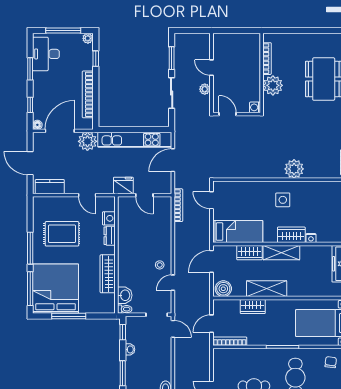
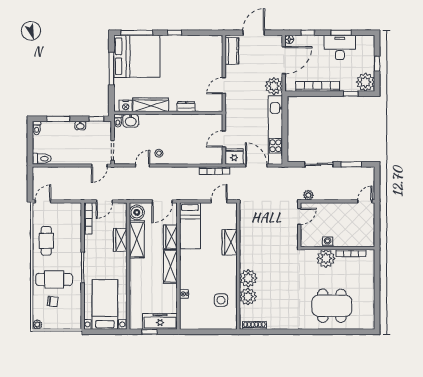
window: (63, 30) -> (377, 64), width x0.46
plant: (88, 38) -> (365, 82), width x1.87, depth x1.87
desk: (46, 54) -> (340, 47), moved
door: (212, 68) -> (365, 201), moved
plant: (205, 89) -> (308, 195), moved
washing machine: (255, 107) -> (328, 242), moved
door: (60, 131) -> (284, 60), hinge flipped
plant: (314, 169) -> (248, 297), added
fridge: (123, 185) -> (234, 156), moved, turned -90
side table: (283, 200) -> (221, 300), moved
nightstand: (109, 218) -> (126, 106), moved
rug: (62, 234) -> (188, 62), removed
wardrobe: (291, 235) -> (230, 242), moved, turned 180
window: (30, 248) -> (175, 33), width x0.46
door: (212, 261) -> (162, 201), swing flipped
door: (173, 283) -> (142, 166), hinge flipped
shelving: (267, 289) -> (137, 239), moved
door: (212, 324) -> (104, 201), swing flipped
chair: (331, 362) -> (53, 301), moved

